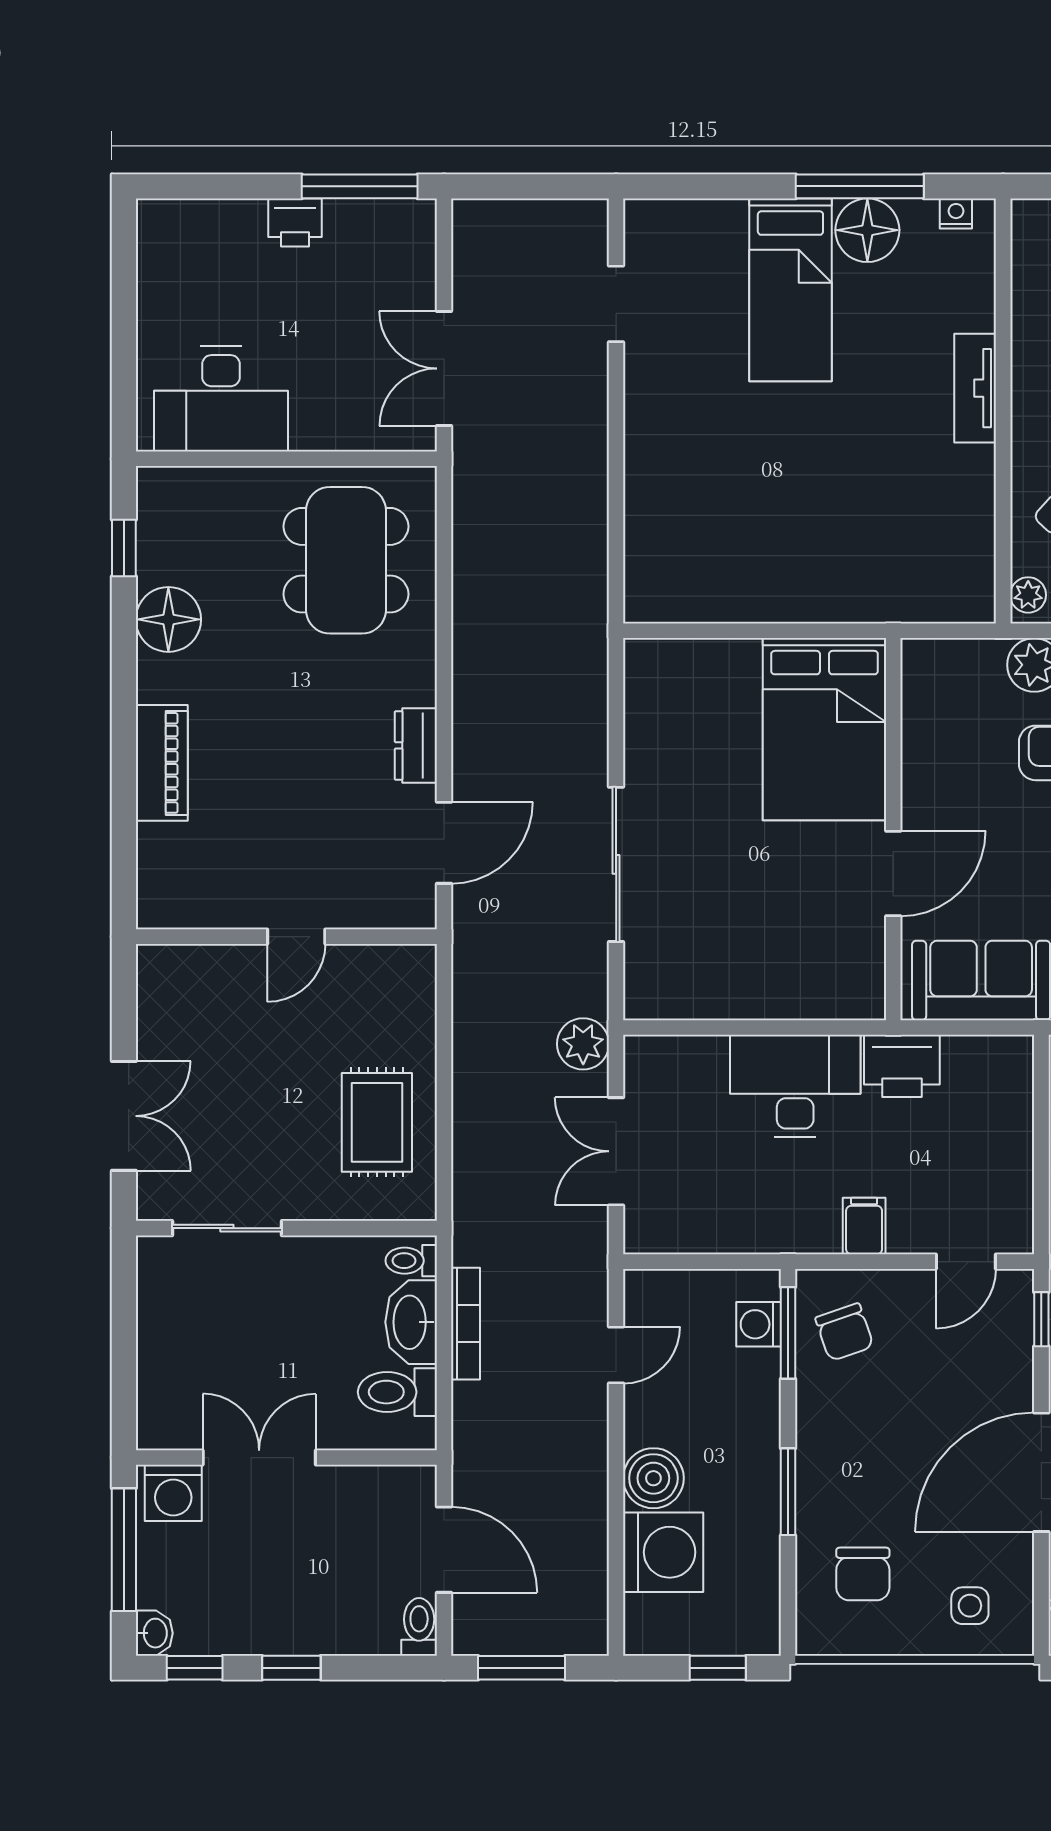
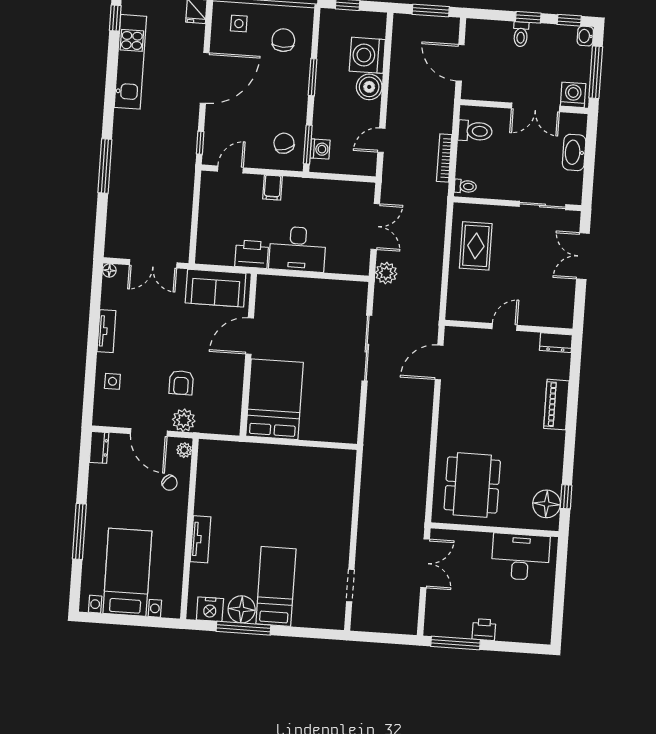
nightstand: (956, 213) -> (210, 609), width x1.89, depth x1.79
floor lamp: (168, 619) -> (547, 504), moved
dresser: (416, 745) -> (556, 343), moved, turned 90
washbasin: (411, 1322) -> (574, 152), moved, turned 180
toilet: (419, 1627) -> (521, 34), moved

